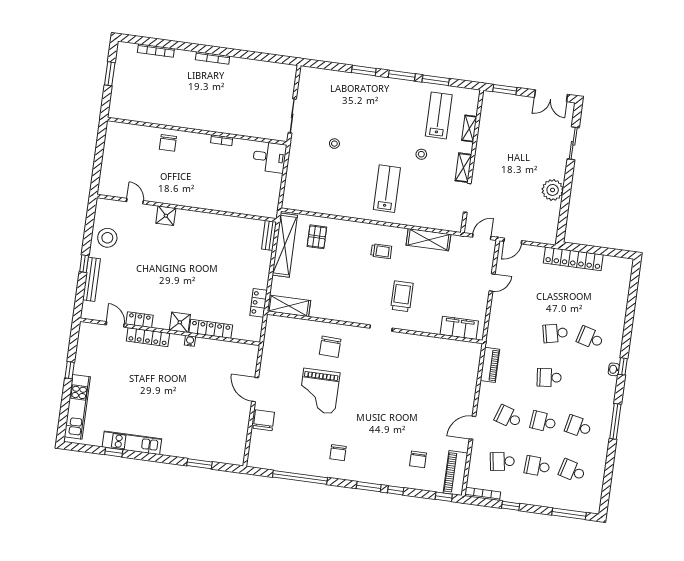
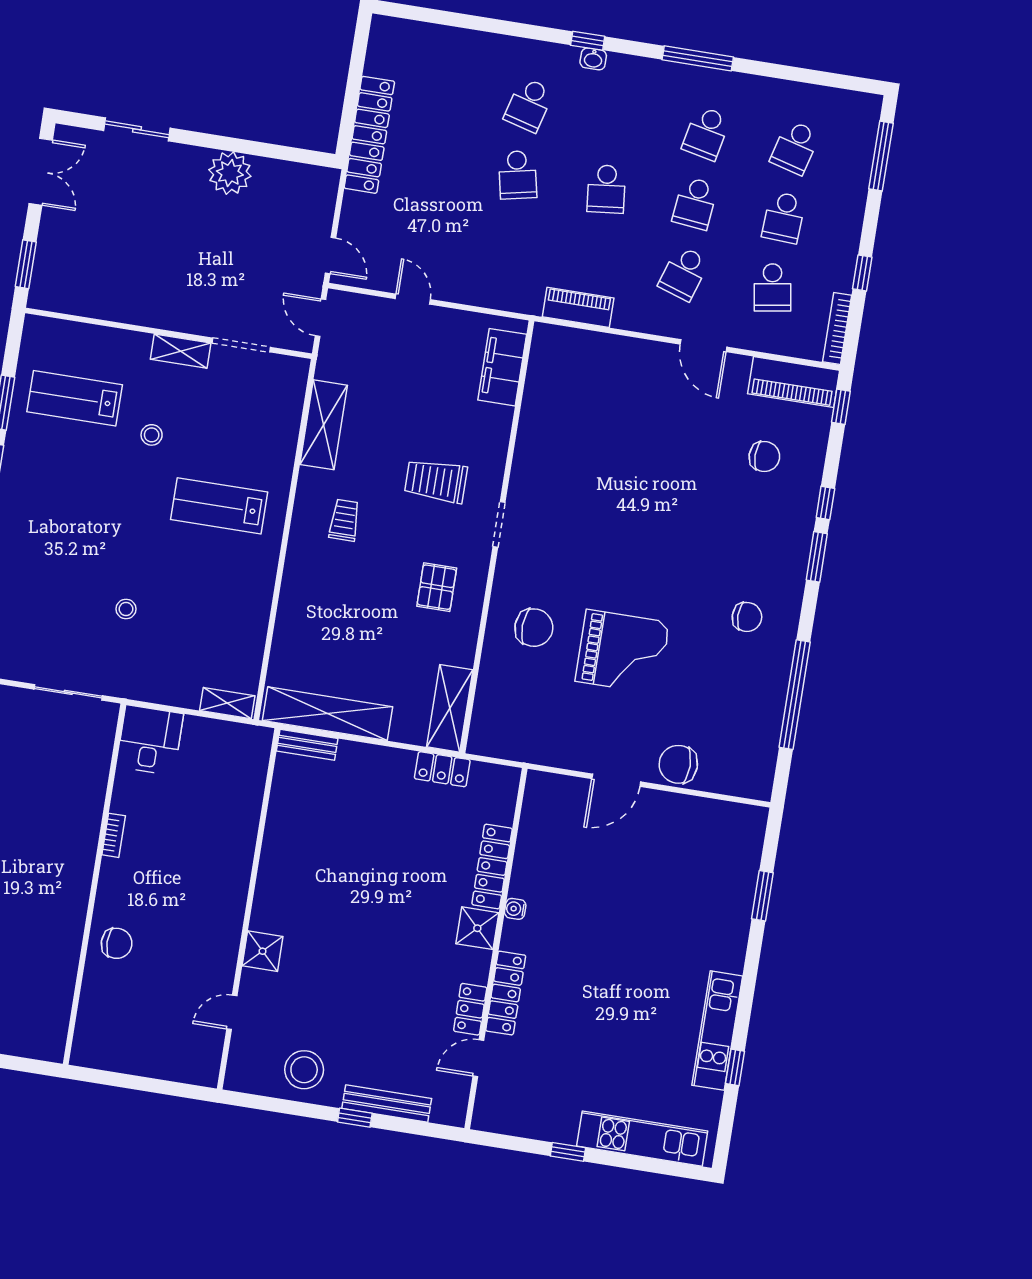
shelving: (469, 129) -> (227, 703), moved
pallet: (317, 237) -> (437, 587), moved, turned 90

